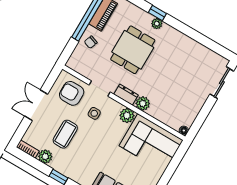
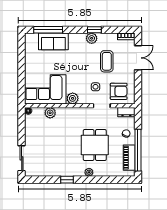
window: (157, 13) -> (67, 180), moved
dresser: (126, 95) -> (126, 112), moved
plant: (143, 103) -> (50, 113), moved
double door: (36, 105) -> (138, 58), moved
plant: (45, 156) -> (92, 38), moved

